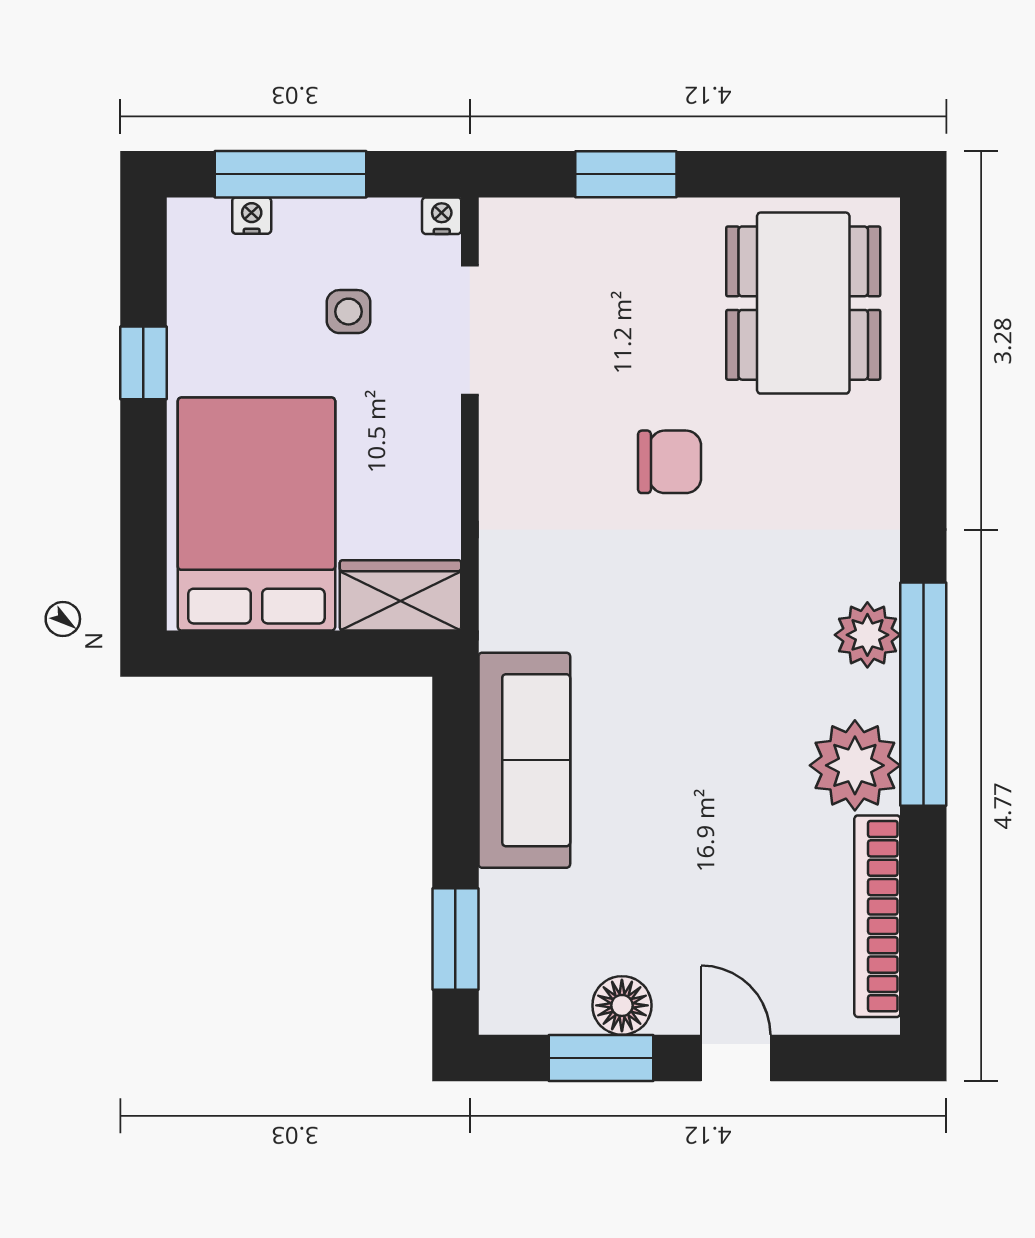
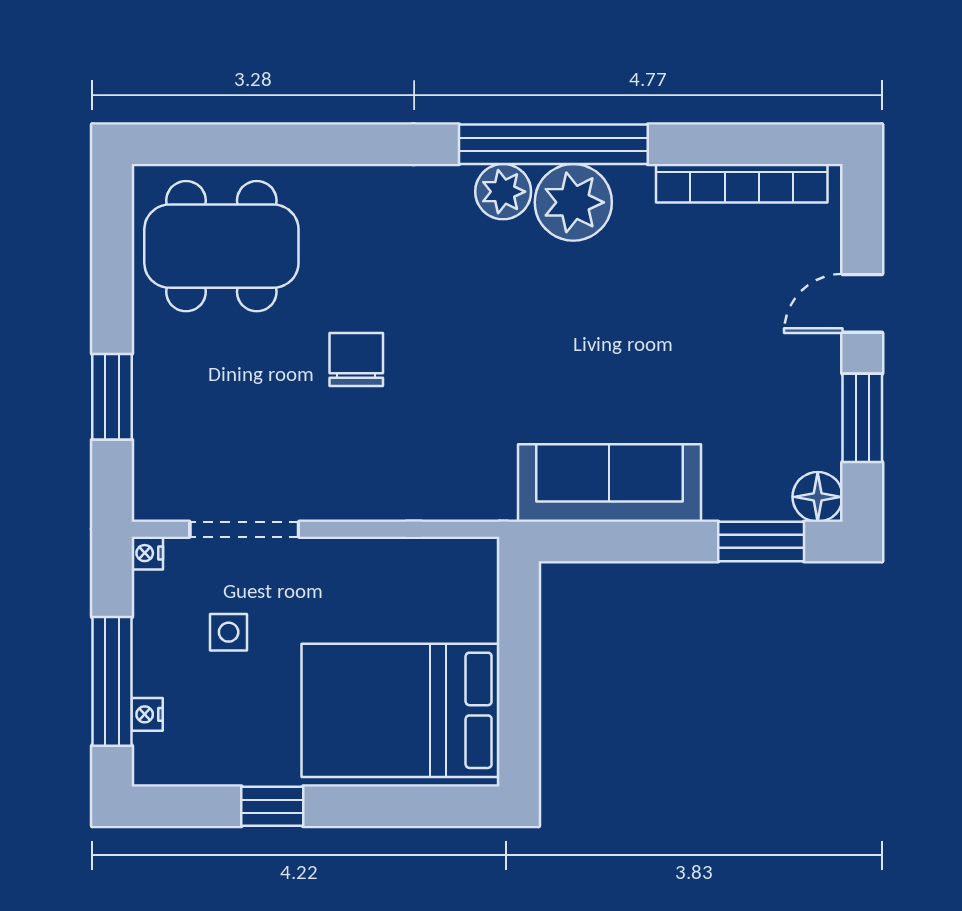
wardrobe: (400, 595) -> (469, 588), removed
plant: (855, 765) -> (573, 202), moved
floor lamp: (622, 1005) -> (818, 497), moved

